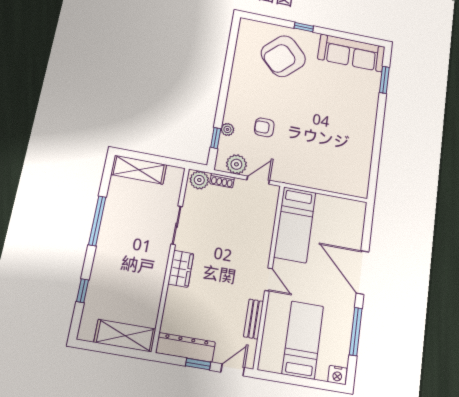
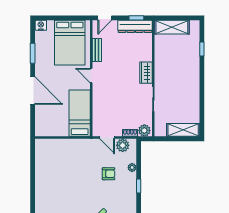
window: (216, 138) -> (139, 186), moved
door: (258, 180) -> (107, 138), hinge flipped
window: (97, 221) -> (202, 93), removed
window: (356, 332) -> (33, 53), width x0.69
bed: (303, 340) -> (70, 43), width x1.50
window: (198, 364) -> (136, 18), moved

